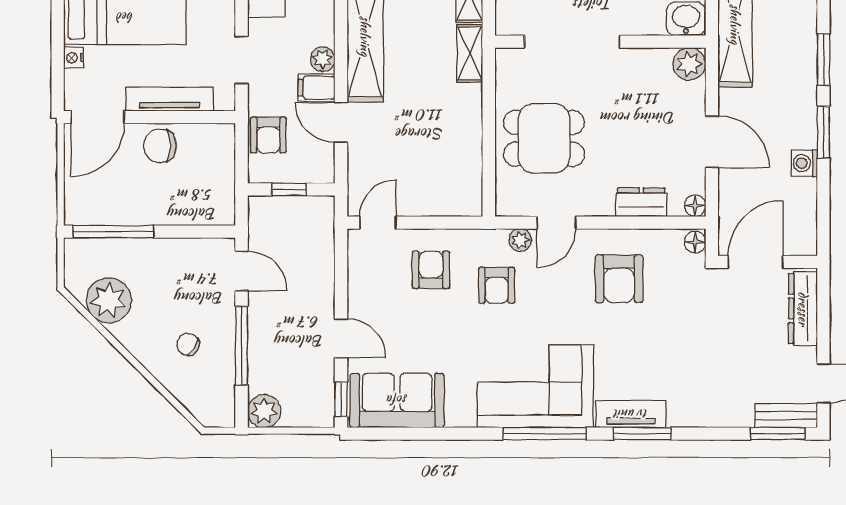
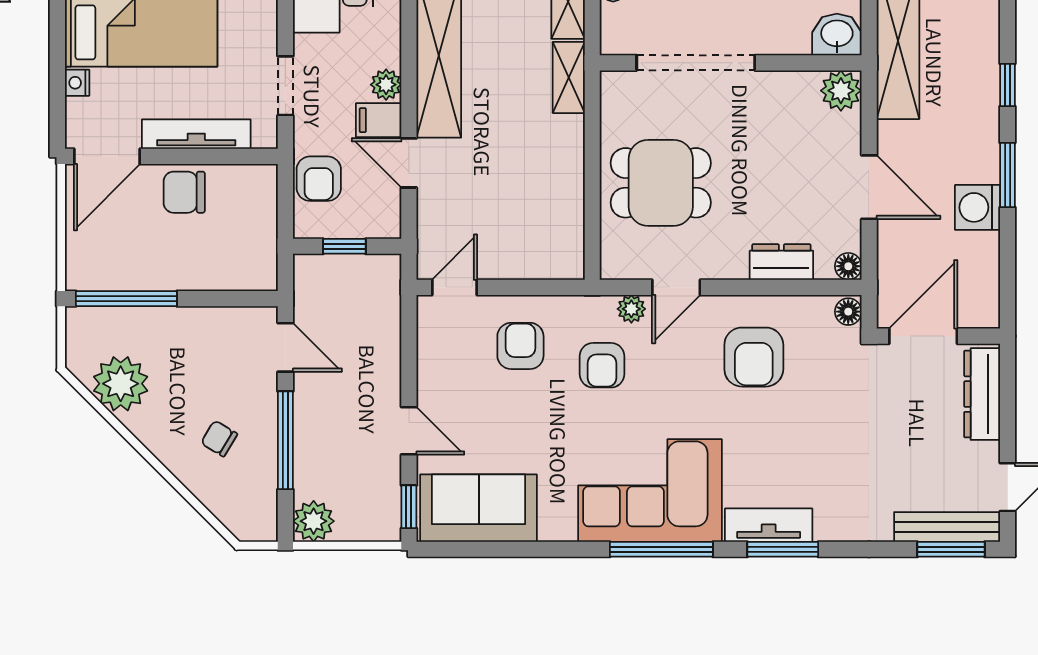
window: (823, 60) -> (1008, 85), width x0.67
washing machine: (804, 163) -> (977, 207), width x1.38, depth x1.38
bench: (786, 416) -> (947, 527), width x1.36

